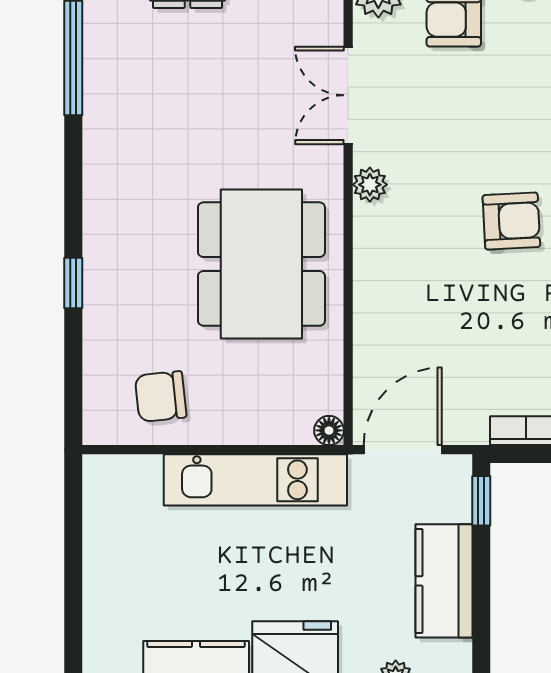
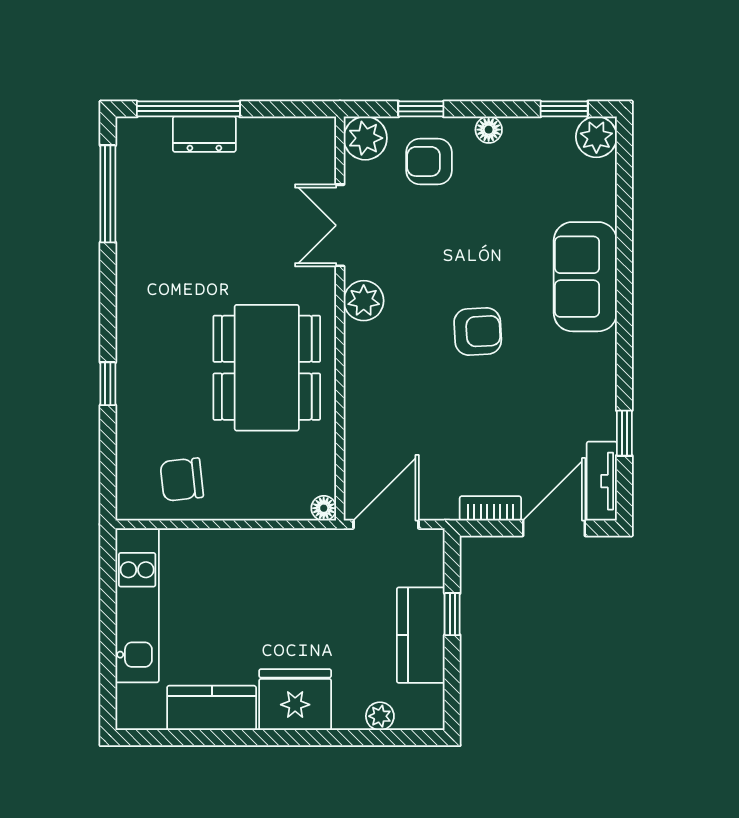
plant: (370, 185) -> (364, 301), width x1.38, depth x1.38
kitchen unit: (255, 480) -> (137, 605), moved, turned -90
window: (481, 501) -> (452, 614), moved

